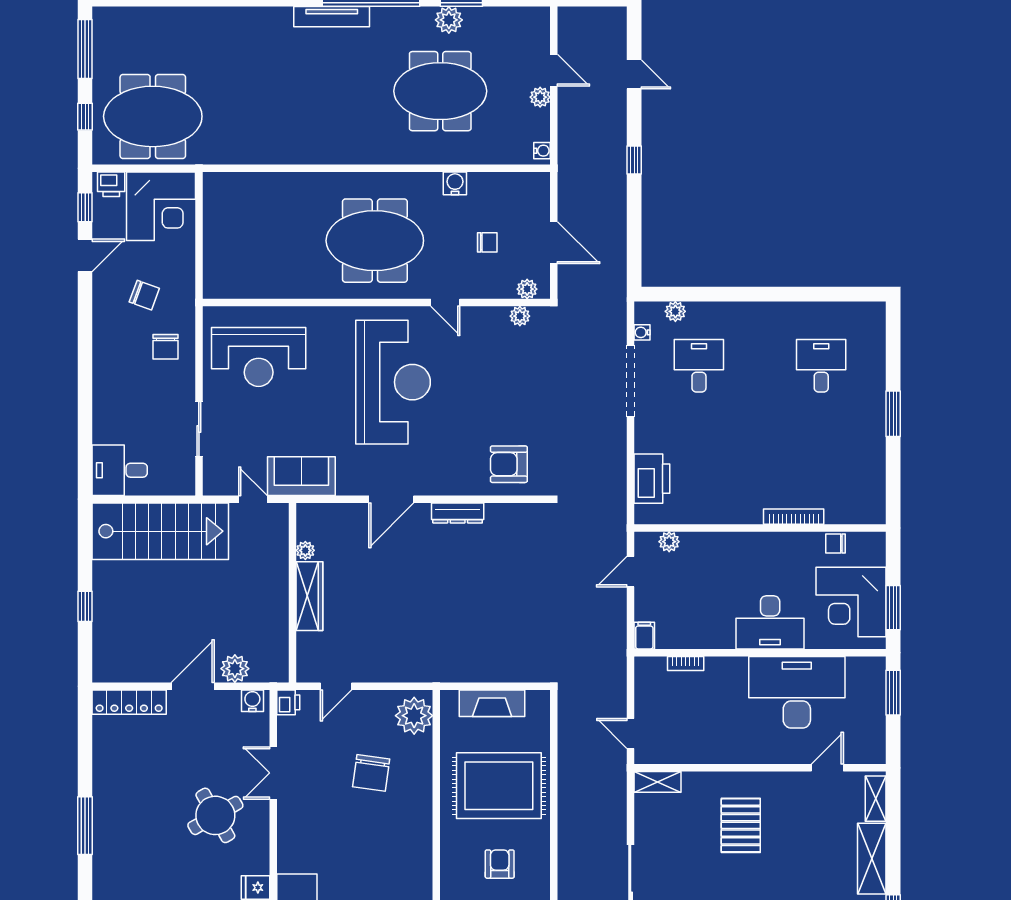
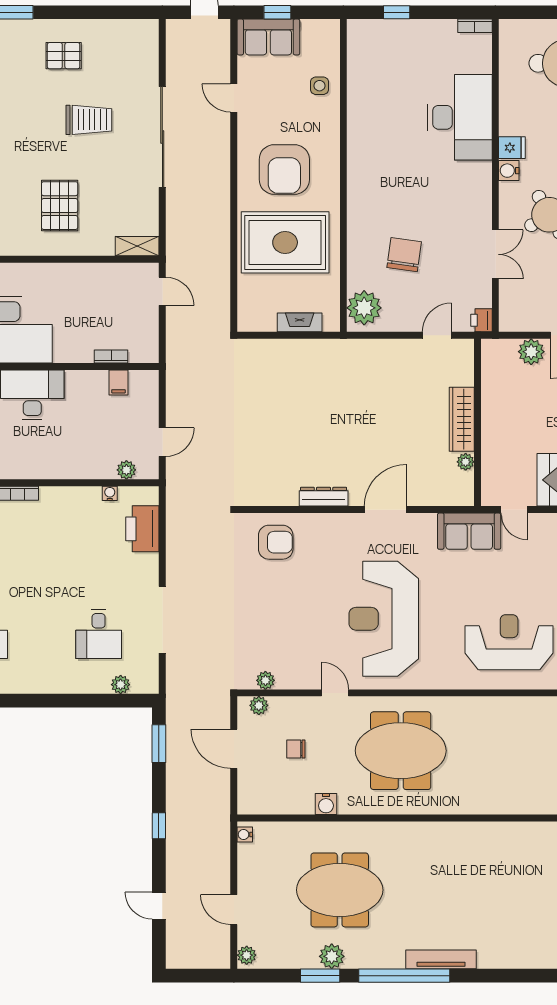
plant: (540, 97) -> (247, 955), moved
window: (634, 248) -> (159, 744), added
water cooler: (642, 332) -> (110, 493), moved, turned -90
filing cabinet: (644, 636) -> (118, 382), moved
water cooler: (252, 701) -> (509, 171), moved, turned 90
fireplace: (492, 703) -> (300, 322), width x0.73, depth x0.76
armchair: (500, 864) -> (284, 170), width x1.88, depth x1.88

